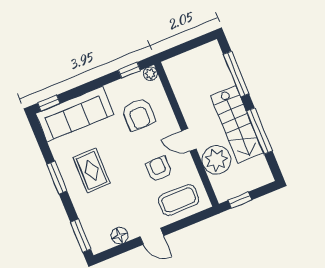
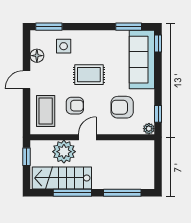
stairs: (237, 124) -> (62, 178), moved
rug: (92, 170) -> (89, 75), moved
window: (57, 178) -> (129, 27), moved
side table: (96, 210) -> (64, 46), added

